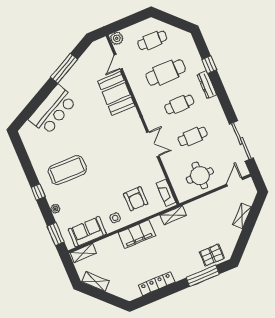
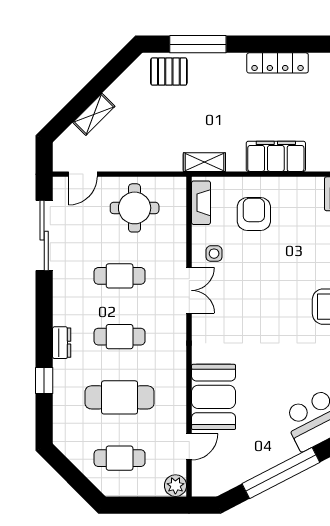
window: (64, 68) -> (281, 473), width x1.46
dresser: (207, 85) -> (62, 343), width x0.70
double door: (153, 144) -> (189, 290), swing flipped
side table: (115, 218) -> (214, 254), moved

